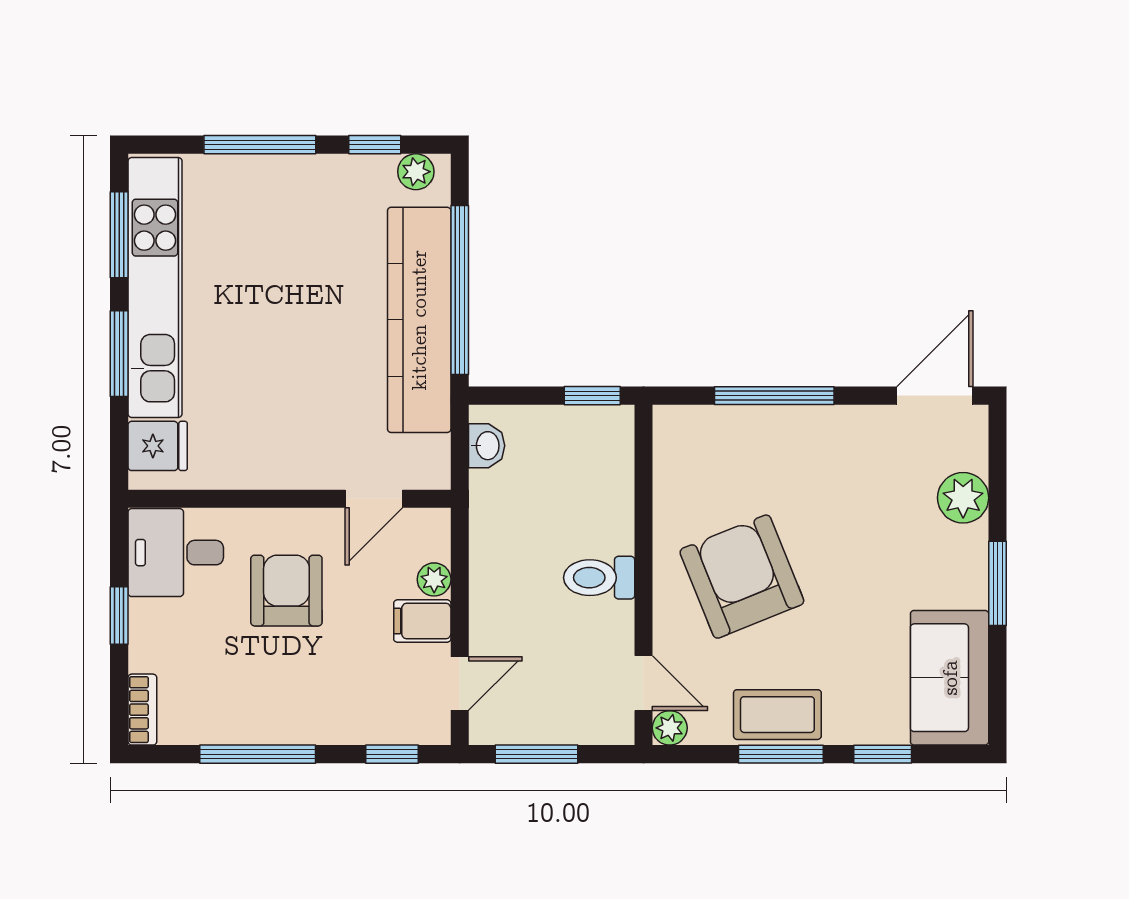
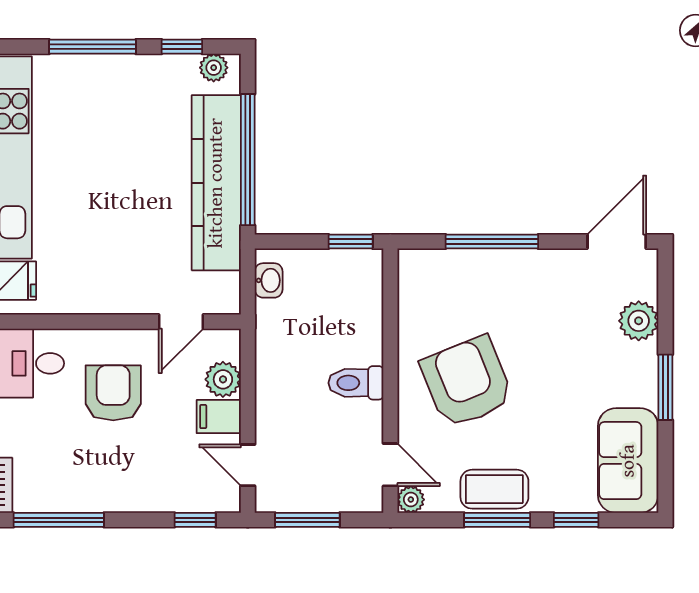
plant: (434, 579) -> (223, 379), width x1.38, depth x1.38
door: (460, 684) -> (248, 465), swing flipped
window: (258, 754) -> (59, 520), moved

